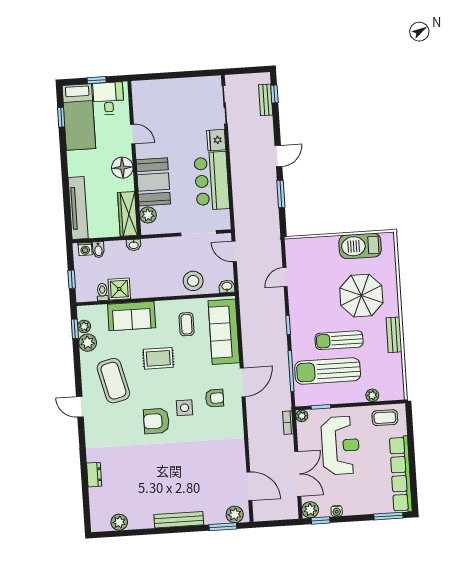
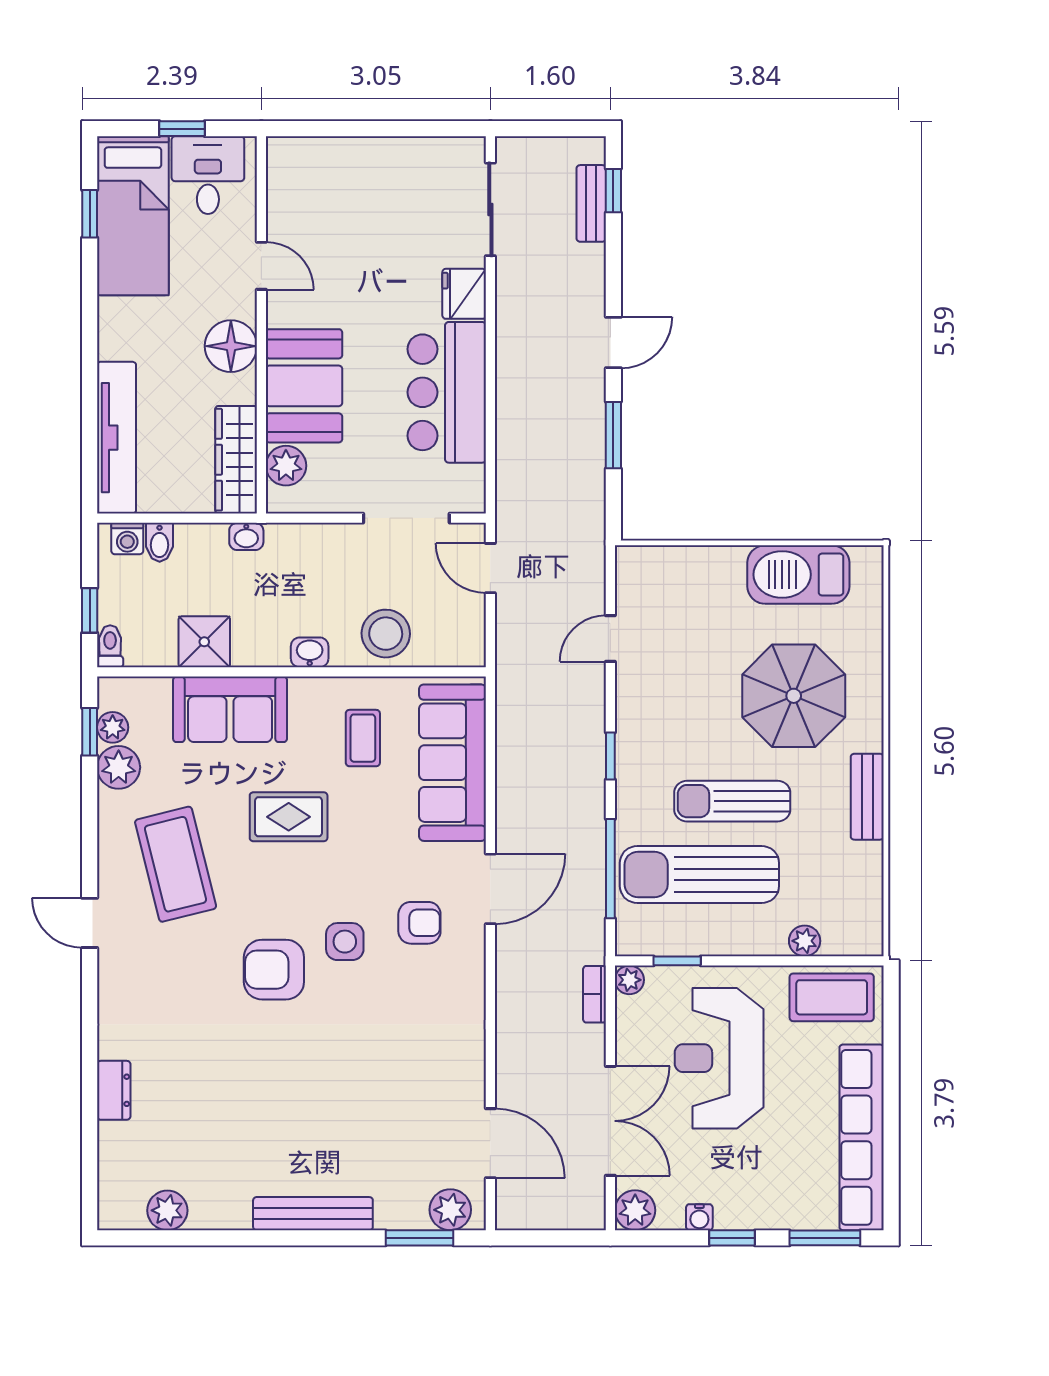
washbasin: (227, 286) -> (310, 652), moved
toilet: (102, 292) -> (110, 646), moved
coffee table: (385, 418) -> (832, 997), width x1.36, depth x1.30
reception desk: (340, 445) -> (719, 1058), turned 180
window: (321, 520) -> (732, 1238), moved

